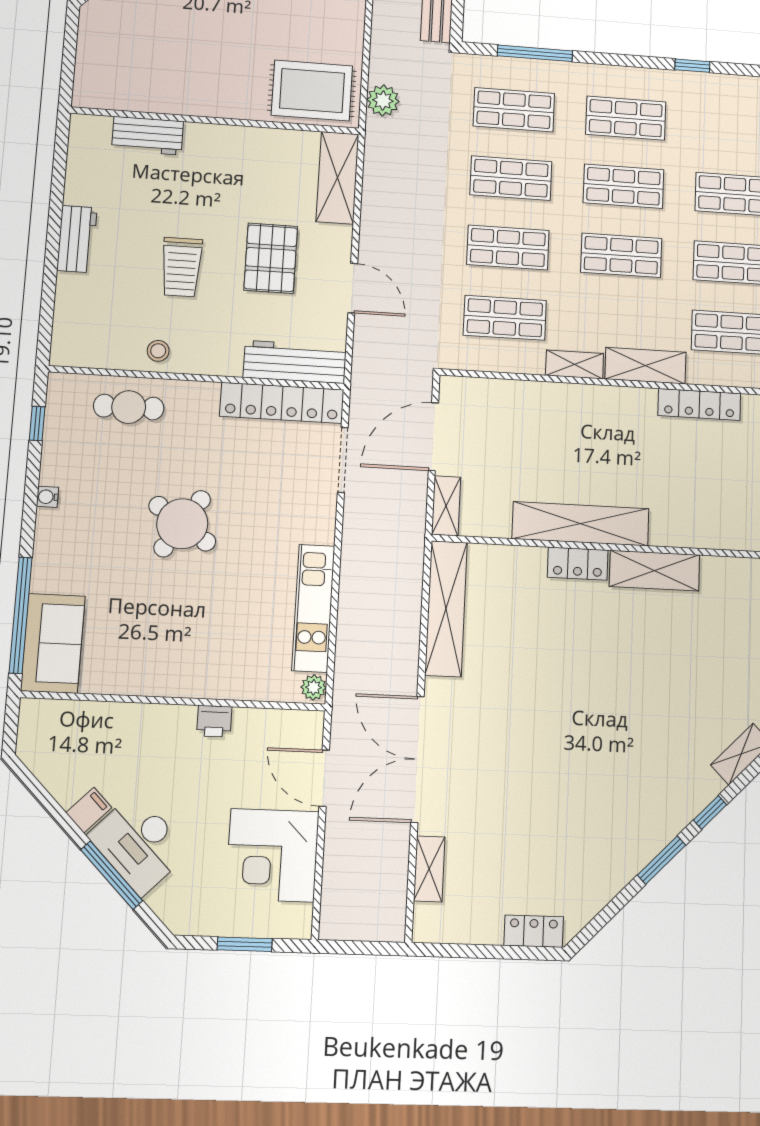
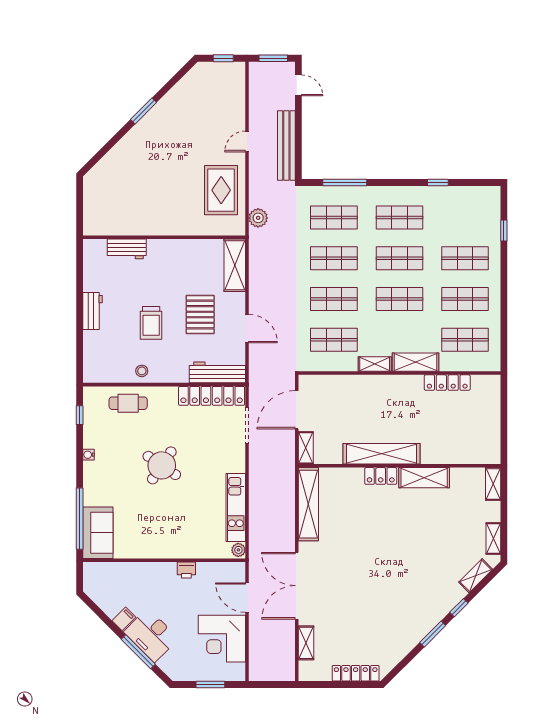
rug: (312, 91) -> (221, 190), moved, turned 90
locker: (534, 931) -> (356, 673), width x1.53

